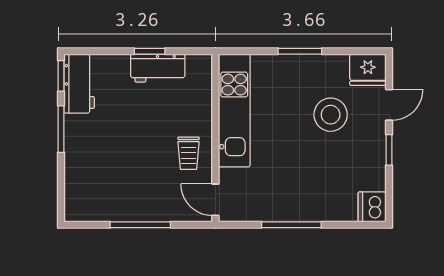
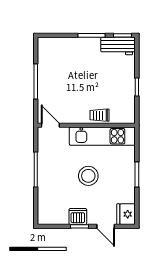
workbench: (158, 68) -> (127, 92), removed
stool: (331, 115) -> (88, 176), moved
trolley: (189, 153) -> (99, 115), moved
door: (215, 200) -> (50, 125), hinge flipped
dishwasher: (372, 207) -> (78, 217), moved

